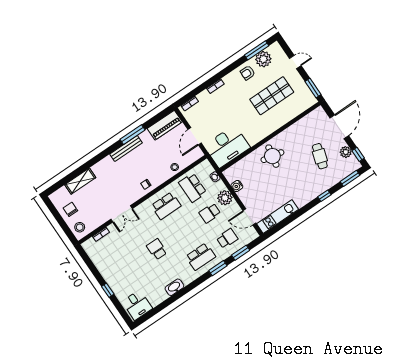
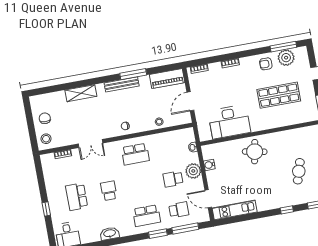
desk: (227, 146) -> (229, 122), moved
shelving: (80, 181) -> (81, 93), moved
school desk: (193, 188) -> (77, 197), moved
window: (241, 253) -> (185, 229), width x1.44

